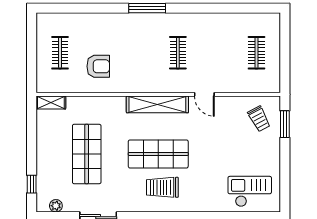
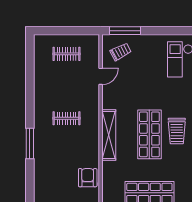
armchair: (98, 66) -> (88, 178), moved
door: (204, 94) -> (101, 76), moved
window: (285, 124) -> (125, 31), width x1.44

